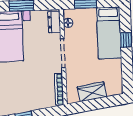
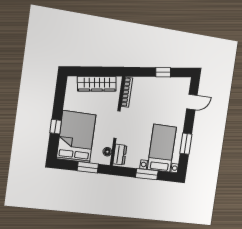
bed: (109, 33) -> (76, 137), width x1.50
wardrobe: (92, 92) -> (97, 84), width x1.50

